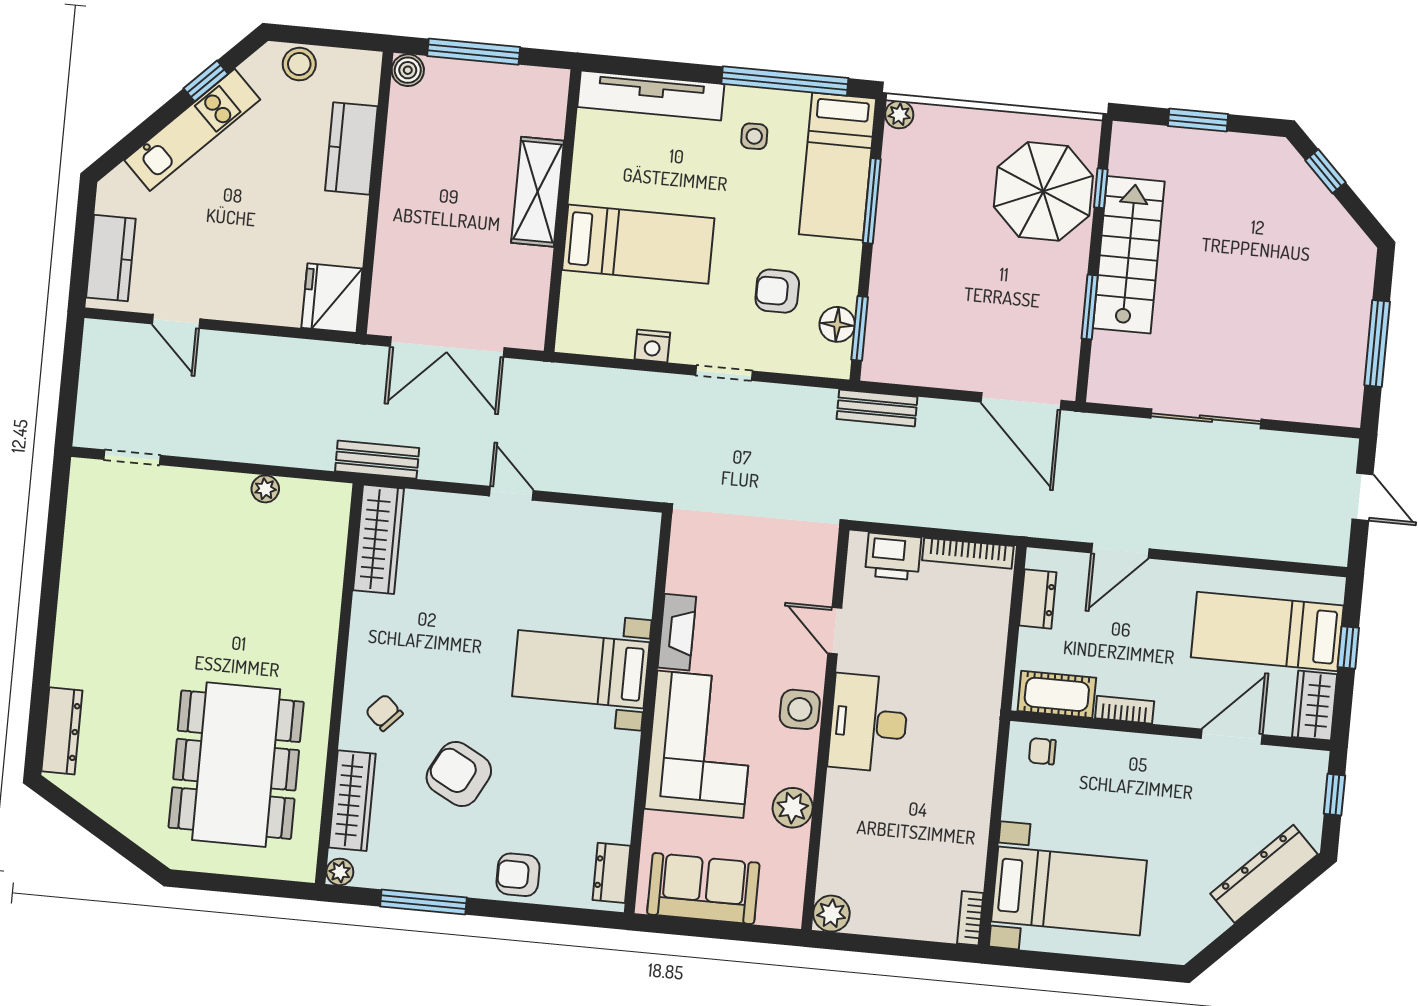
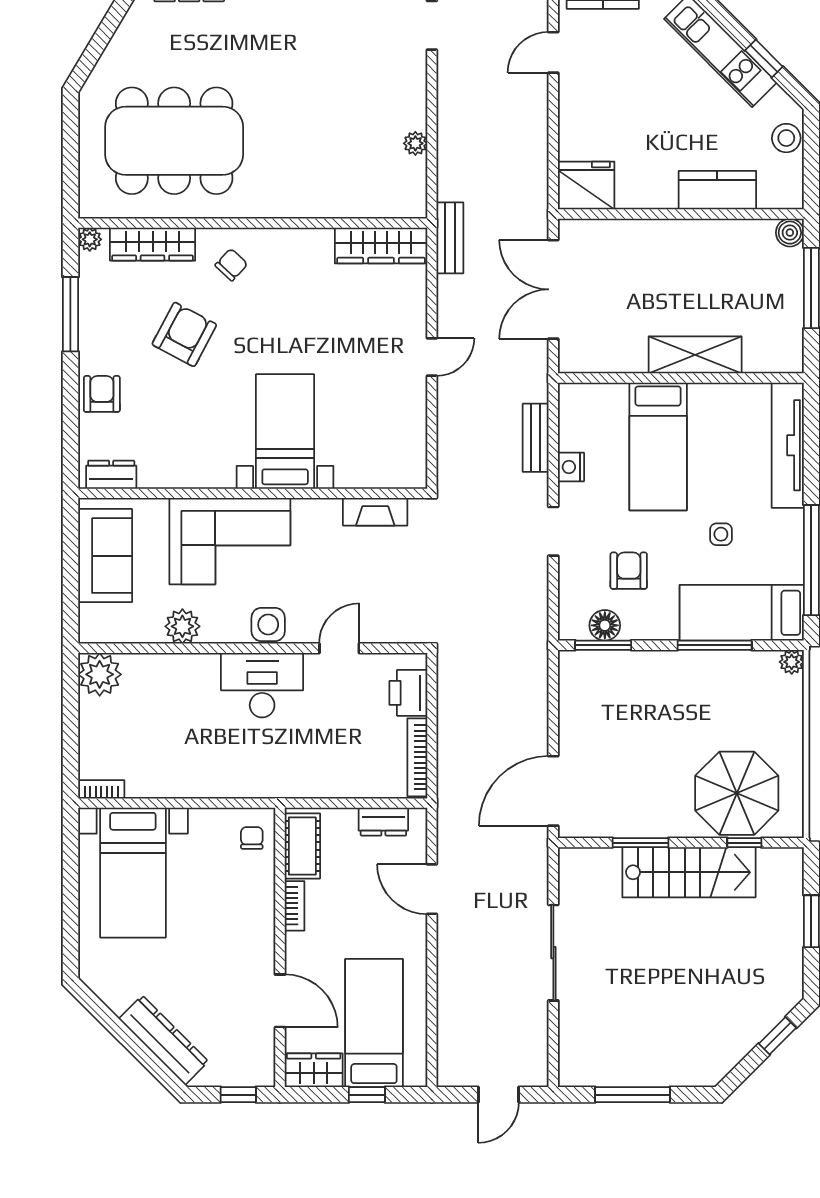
side table: (754, 136) -> (721, 534), moved
bench: (877, 408) -> (536, 438), moved
fireplace: (677, 632) -> (375, 512), moved
plant: (831, 914) -> (100, 674), width x1.36, depth x1.36

